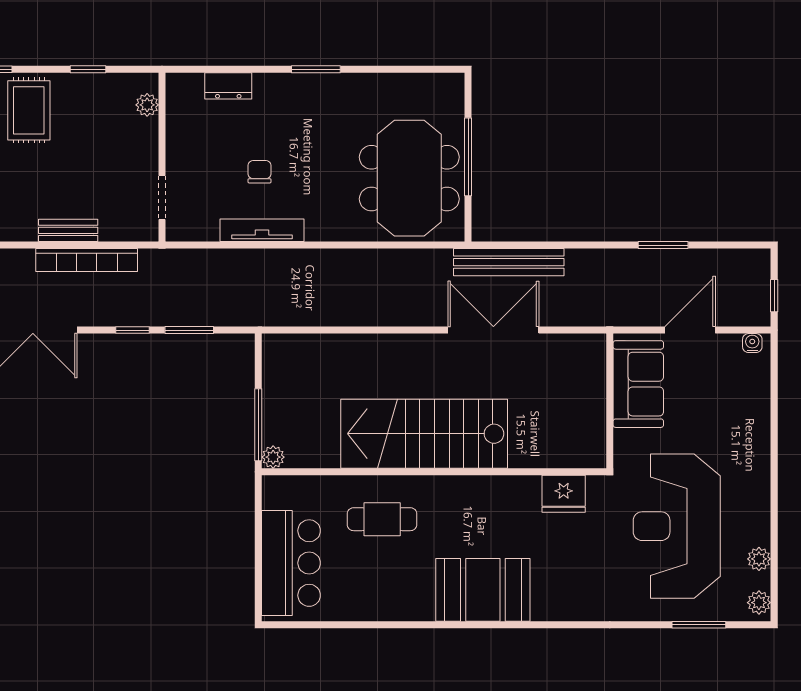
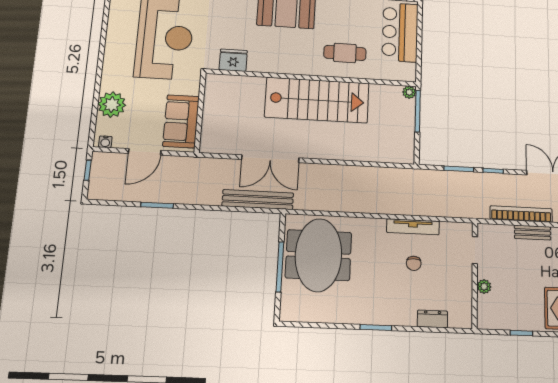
plant: (147, 105) -> (484, 286), moved
plant: (759, 559) -> (112, 105), moved, width x1.88, depth x1.88

